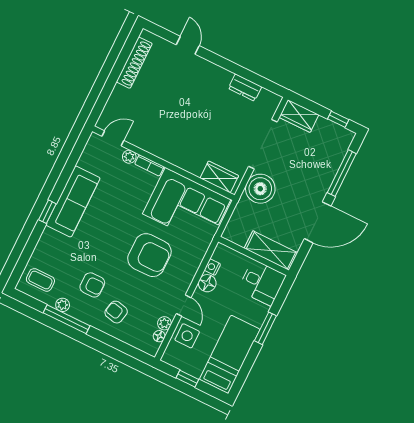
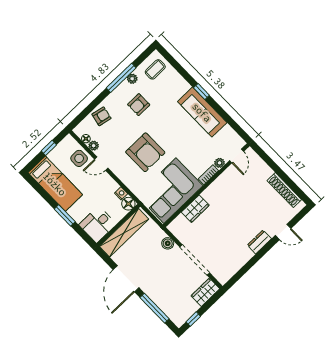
dresser: (245, 88) -> (259, 242), moved
wardrobe: (219, 177) -> (195, 209), moved
boiler: (260, 189) -> (168, 243), width x0.54, depth x0.54
shelving: (271, 251) -> (124, 233), width x1.47
armchair: (149, 255) -> (145, 152), turned -90
floor lamp: (207, 283) -> (128, 204), moved
armchair: (116, 312) -> (101, 116), moved

